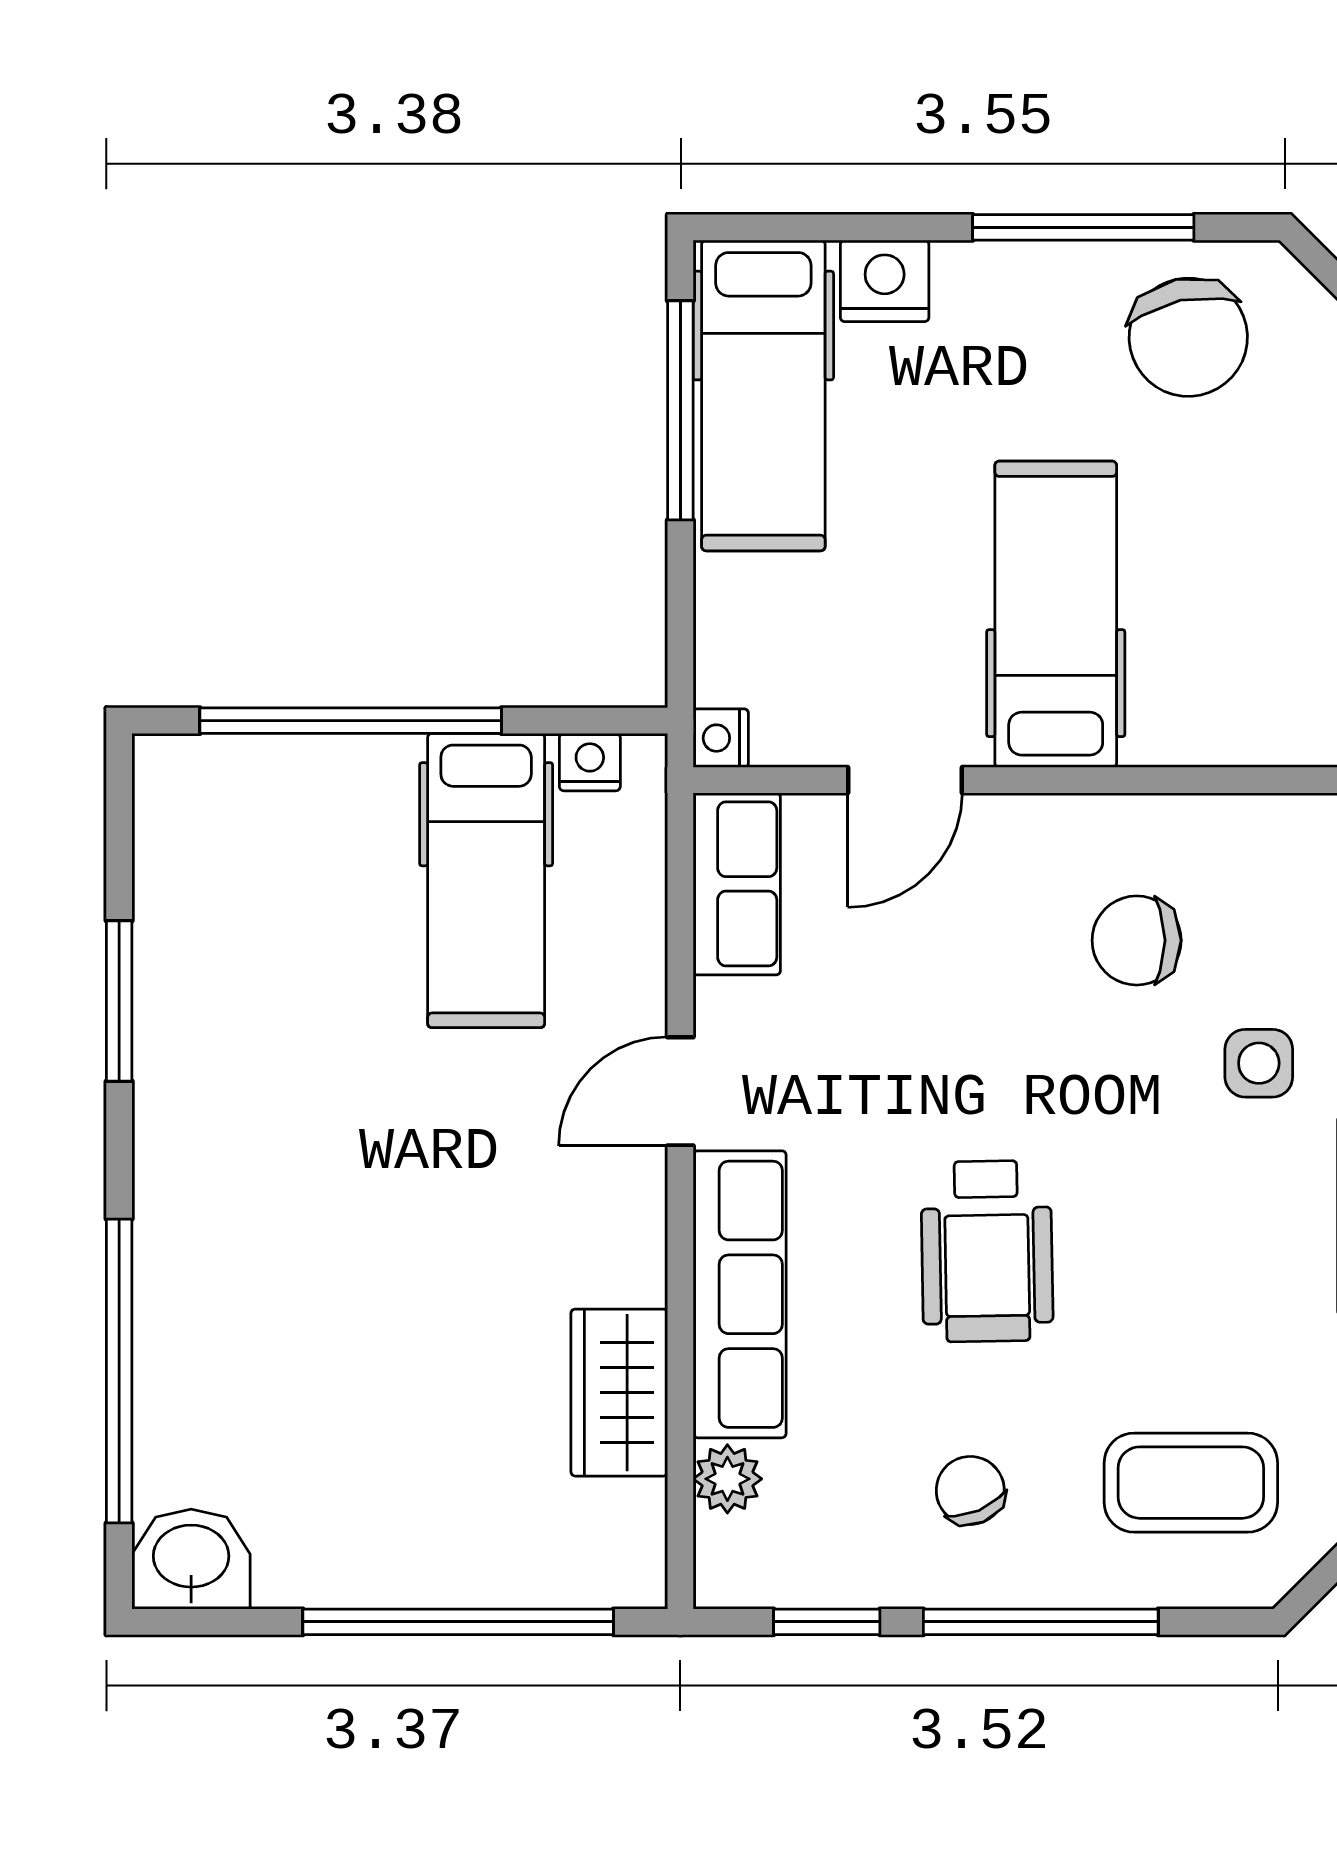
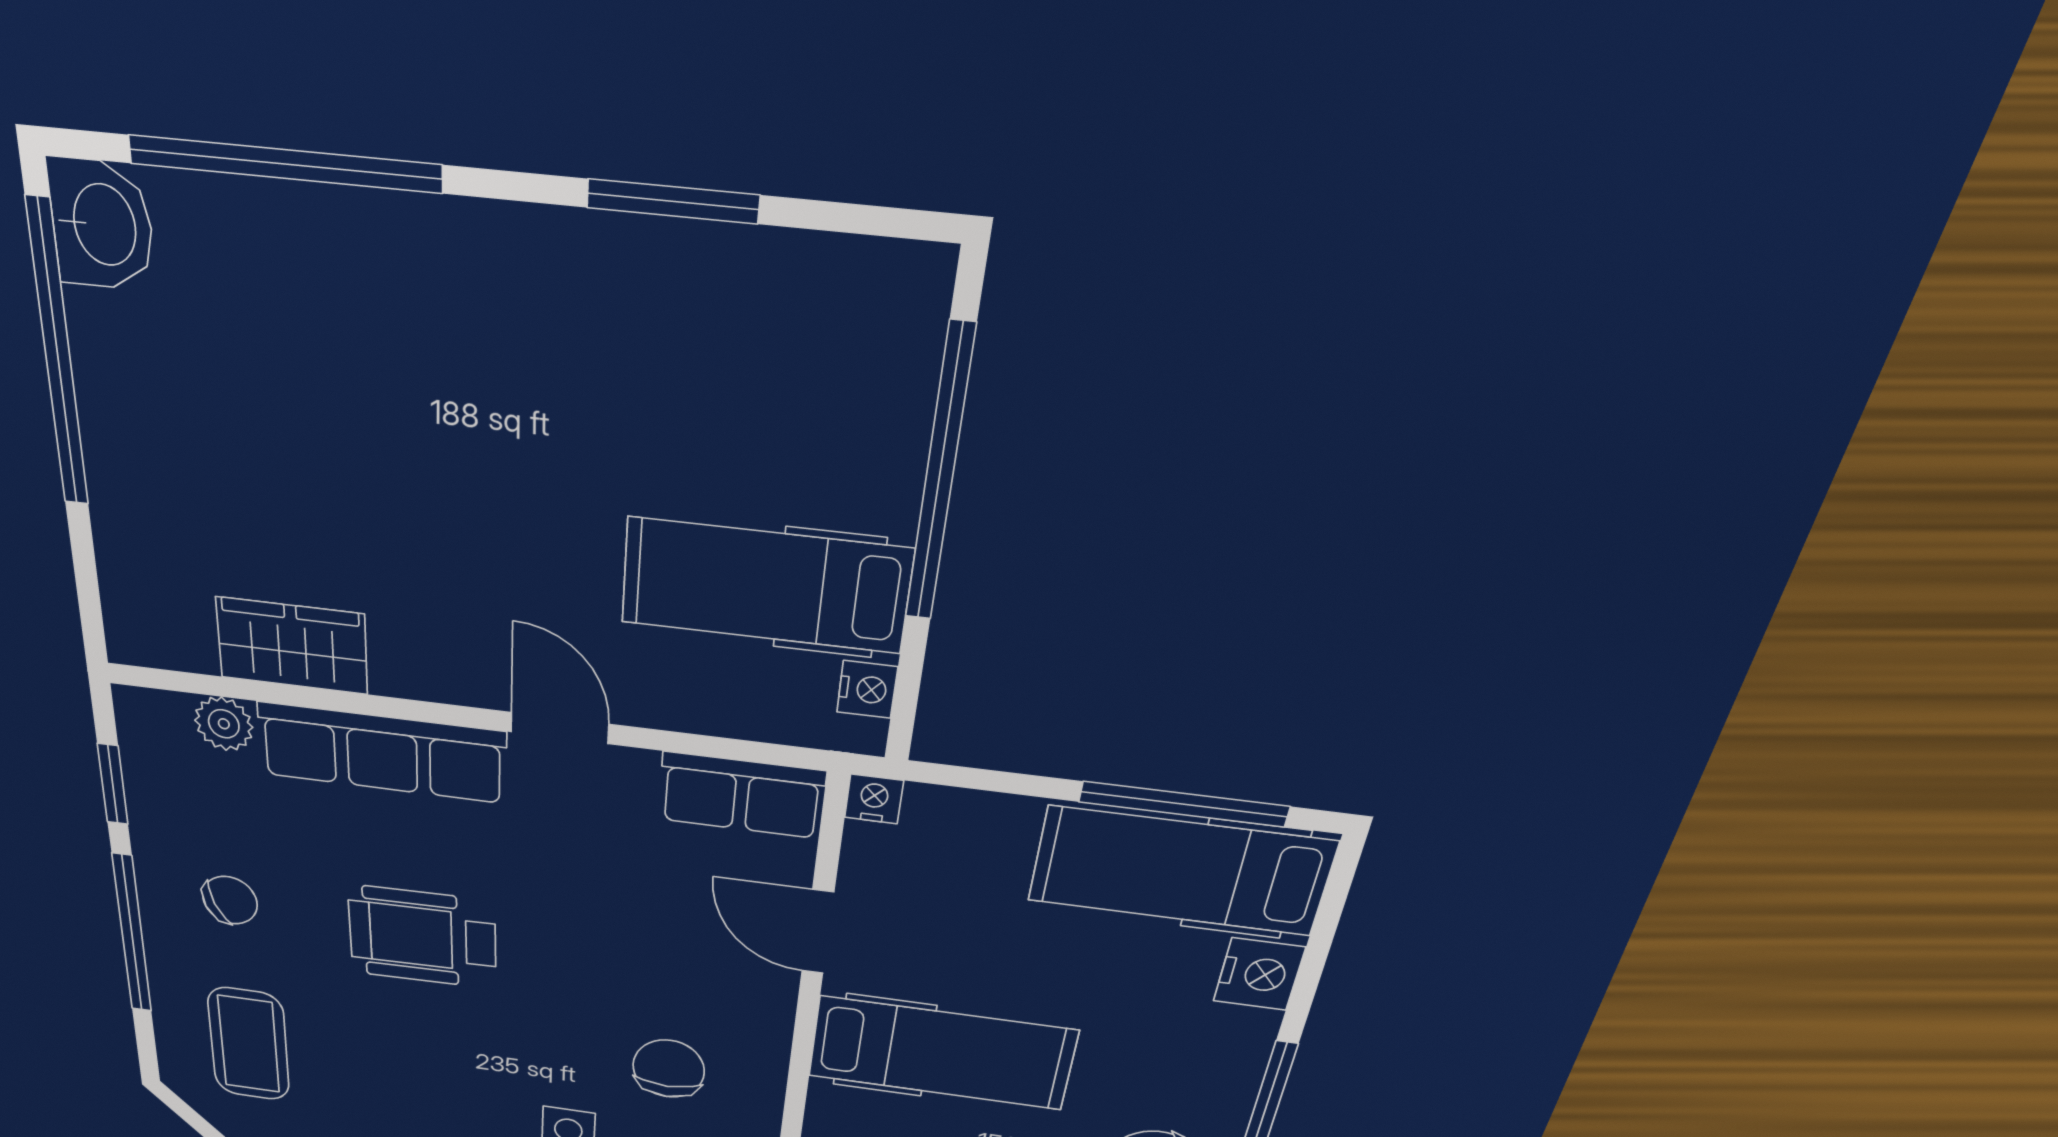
window: (458, 1622) -> (58, 356), moved

